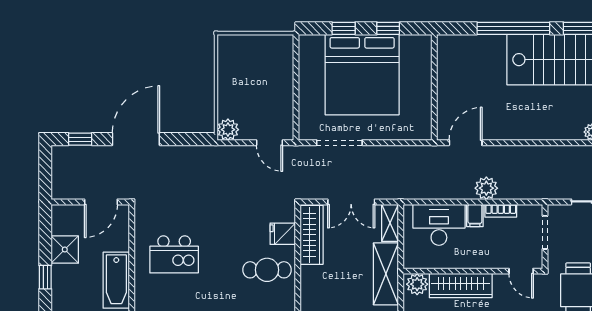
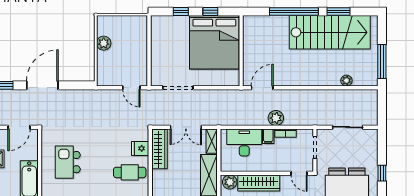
bed: (362, 75) -> (214, 42), moved
plant: (228, 130) -> (104, 43), moved
kitchen island: (174, 254) -> (68, 162), turned 90

